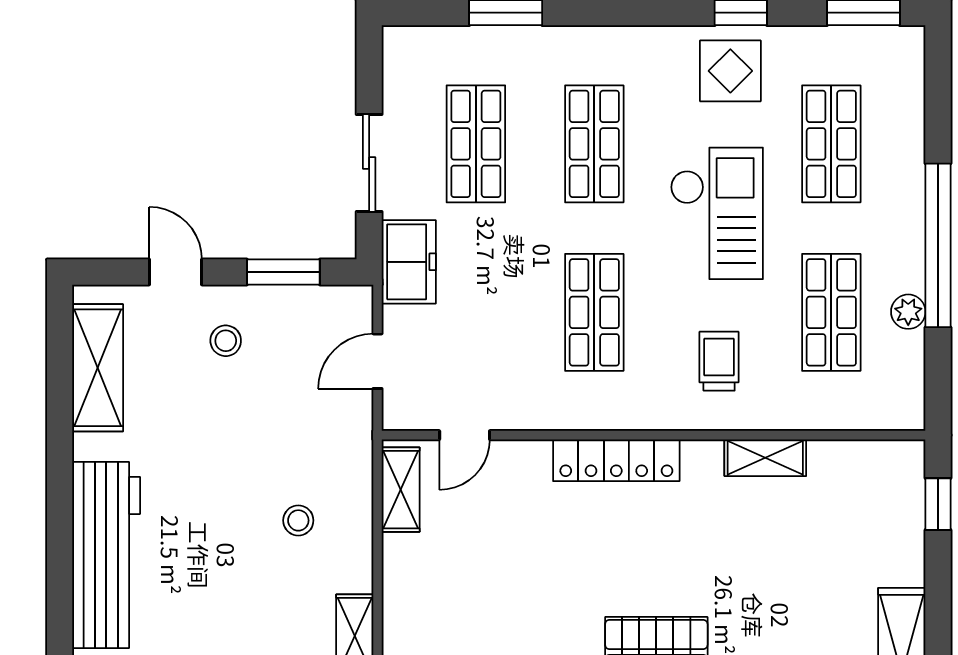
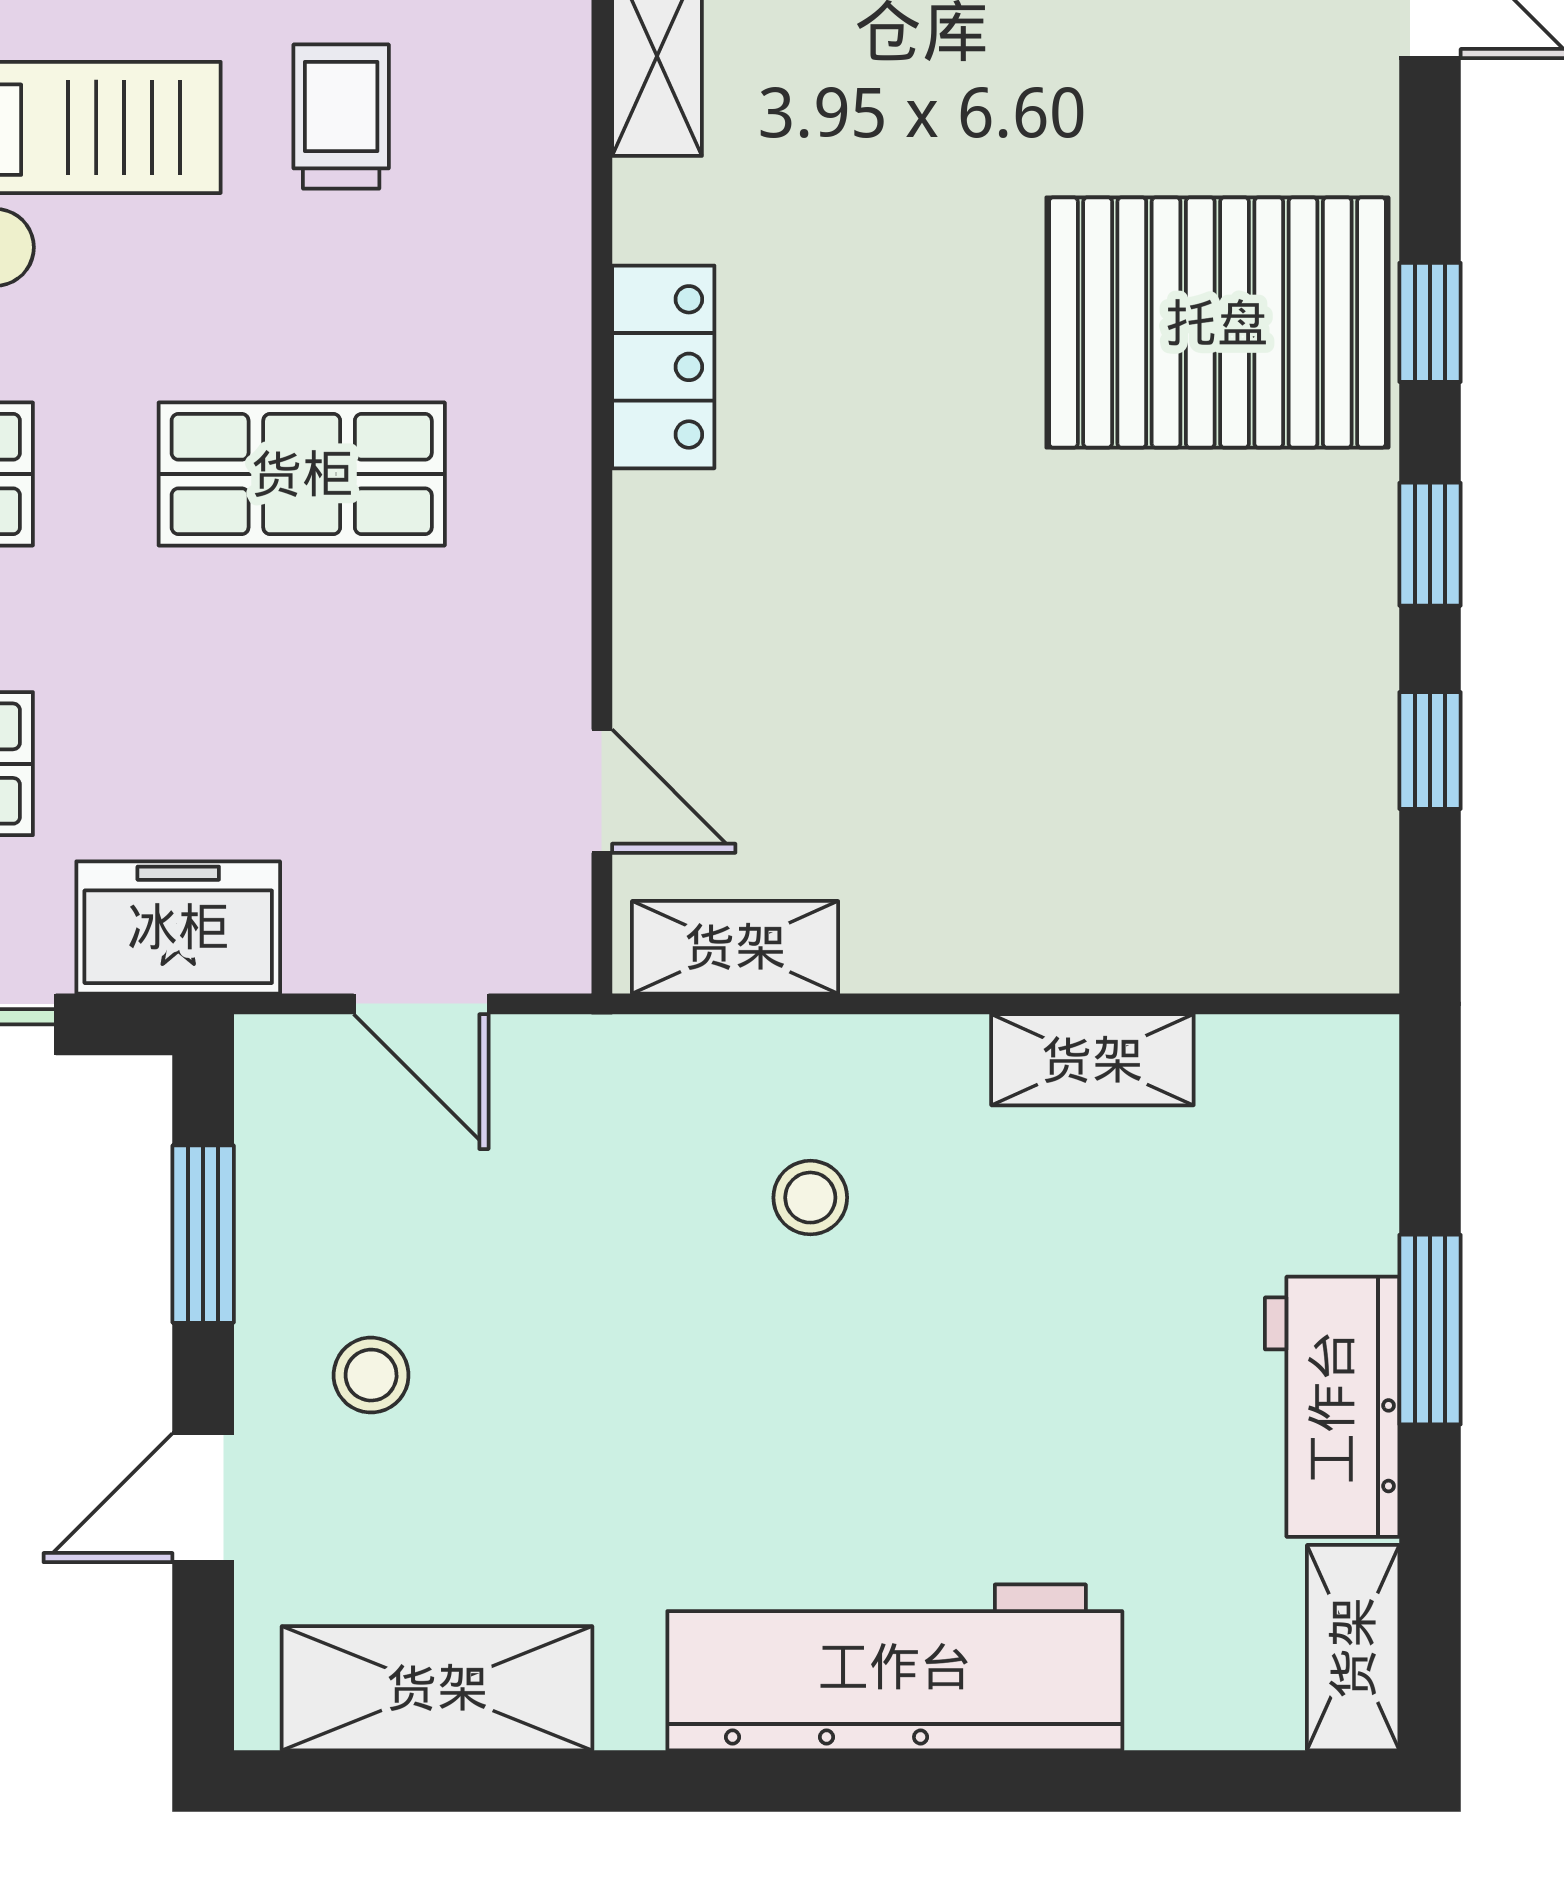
trolley: (719, 361) -> (341, 117), moved, turned 90
locker: (616, 460) -> (663, 367), width x0.66

